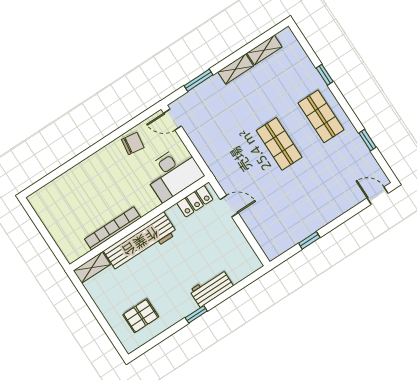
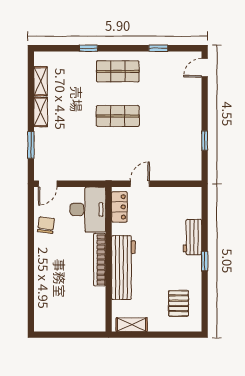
bookcase: (113, 228) -> (100, 260), moved
shelving: (92, 267) -> (132, 325), moved, turned 90

